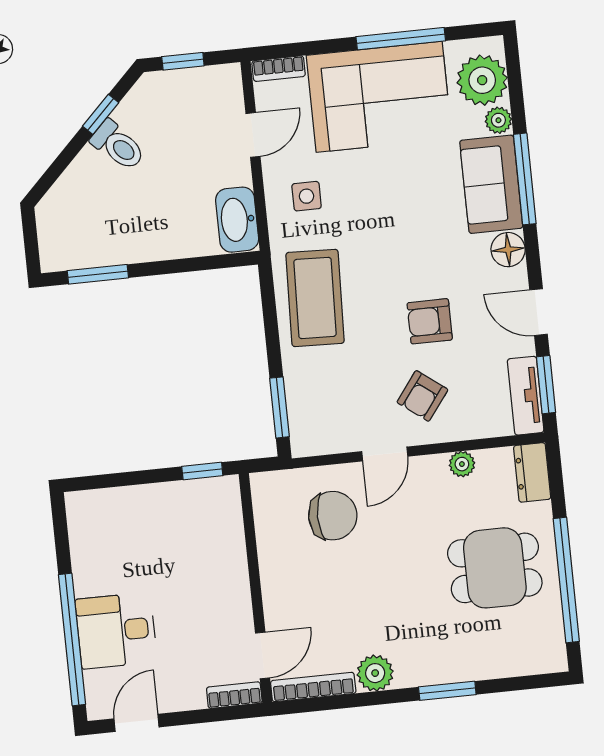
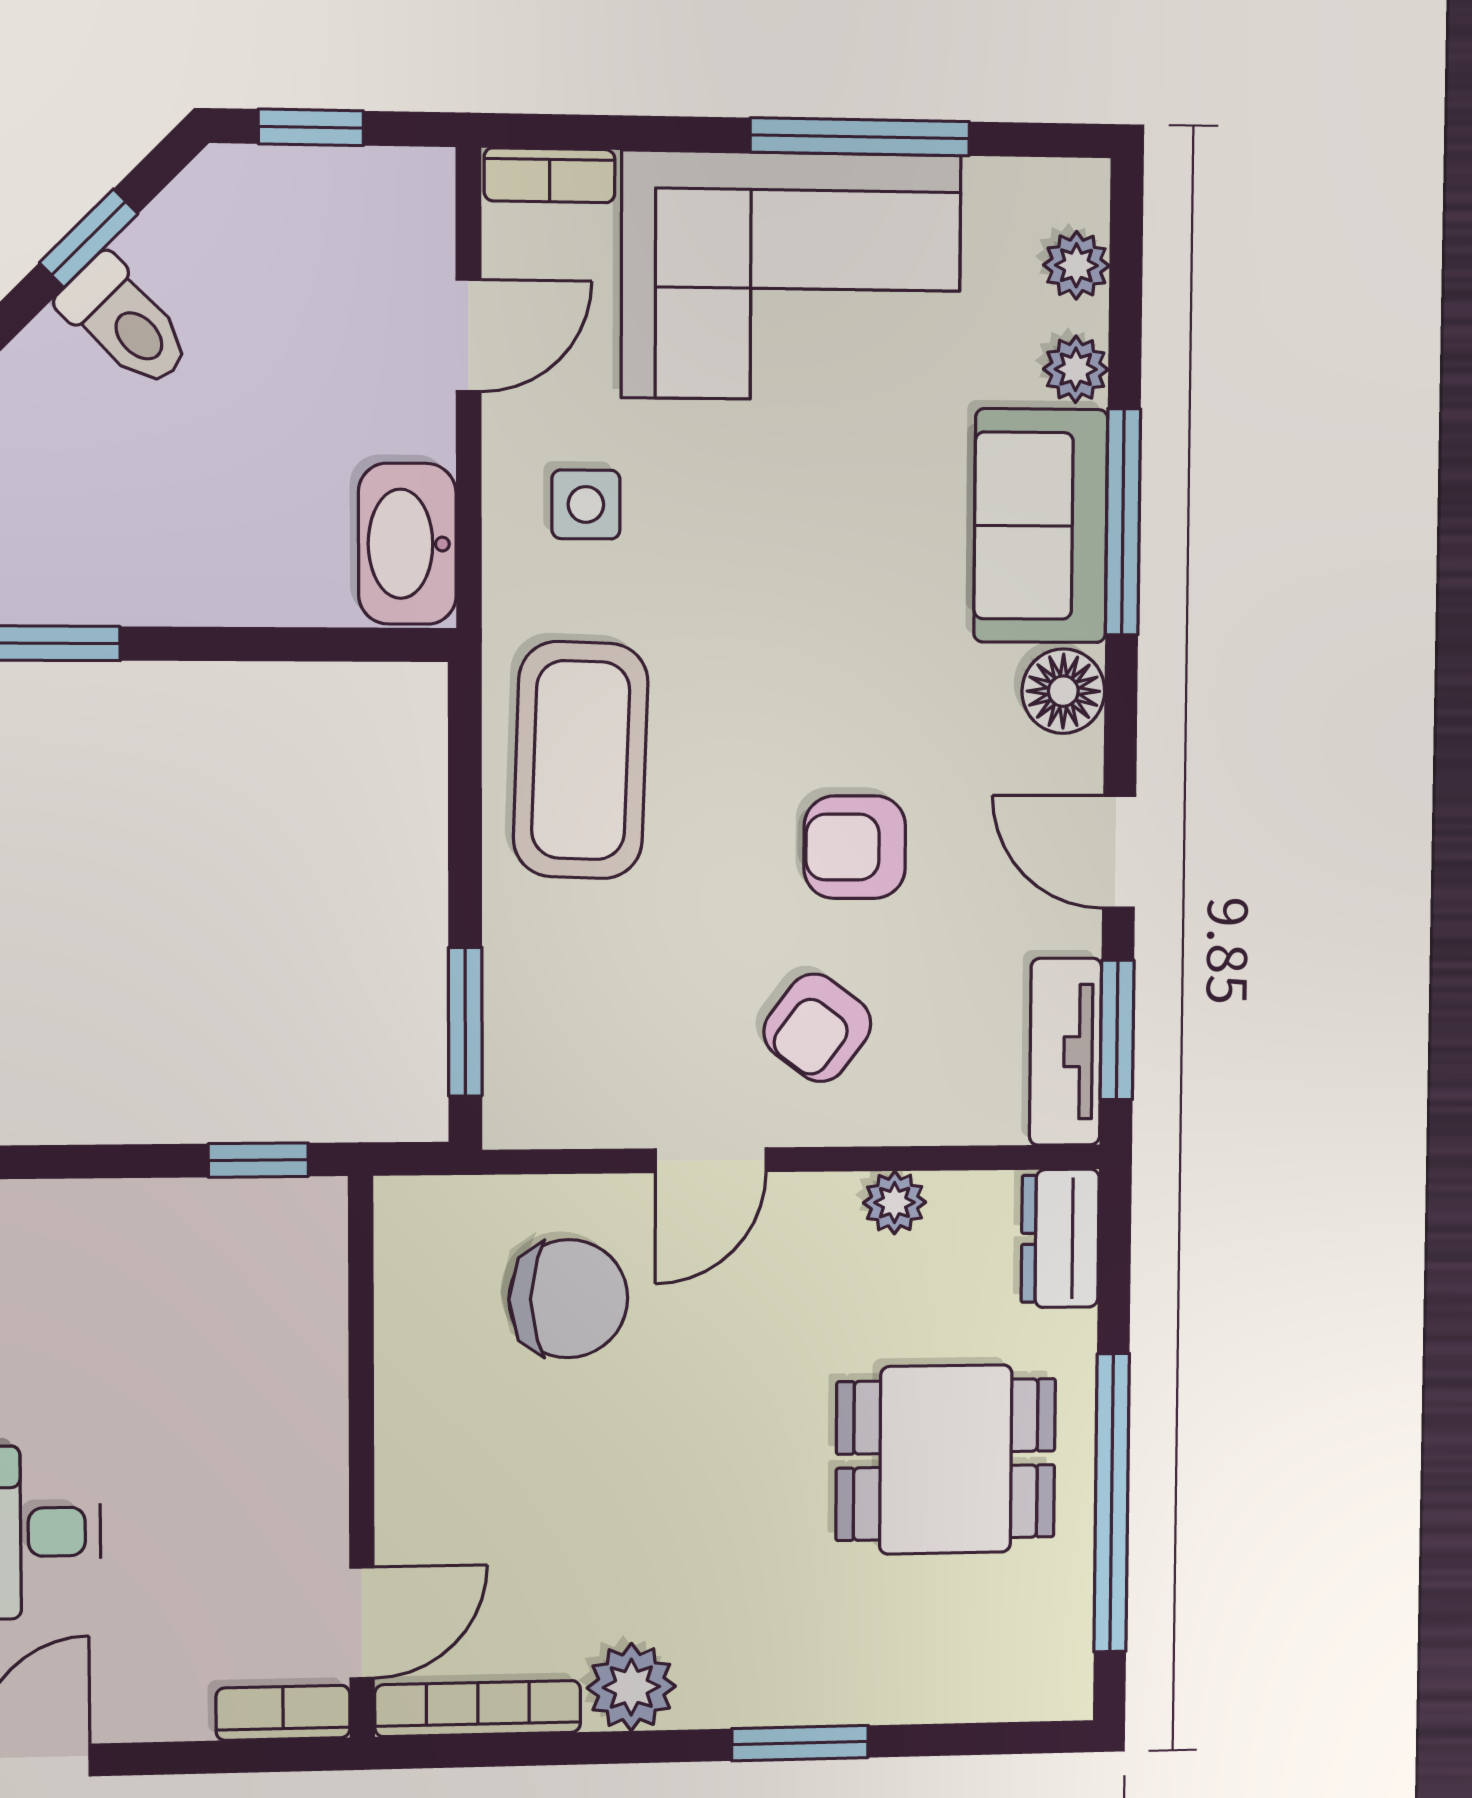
plant: (482, 80) -> (1076, 265), width x0.53, depth x0.53

